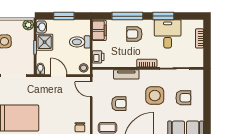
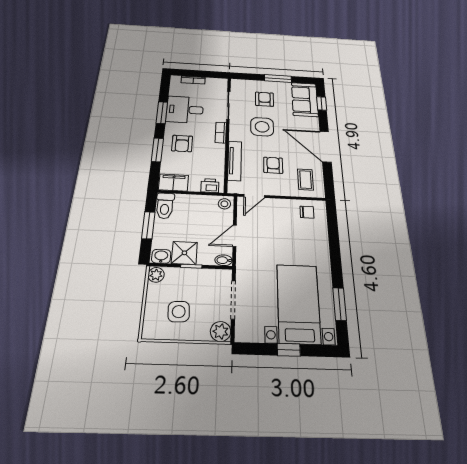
window: (127, 16) -> (157, 150), width x0.69
toilet: (80, 42) -> (165, 206), moved
tv unit: (126, 74) -> (235, 161), width x1.41
window: (207, 109) -> (278, 78), added

